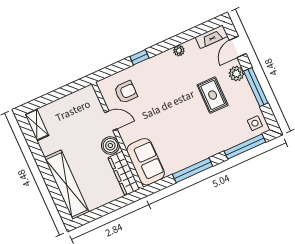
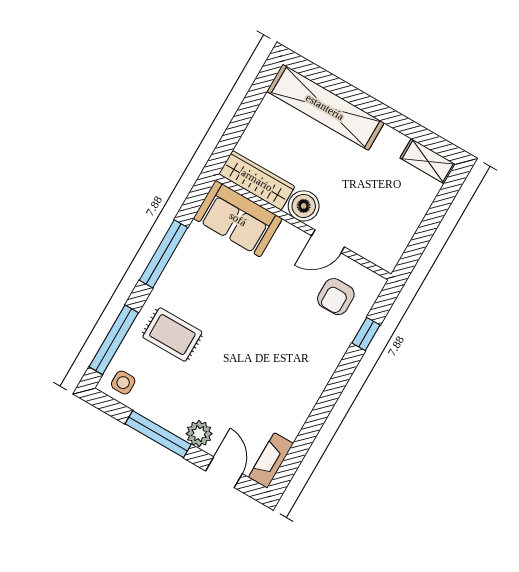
plant: (179, 51) -> (303, 408), removed
window: (139, 57) -> (366, 334), moved
rug: (213, 95) -> (172, 335), moved

